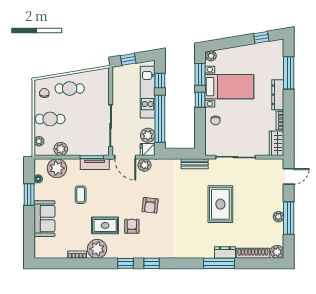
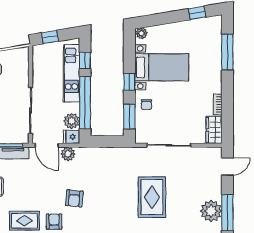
window: (200, 74) -> (129, 117), moved
dresser: (278, 95) -> (215, 76), removed
bench: (195, 164) -> (123, 153), removed
plant: (278, 217) -> (211, 211), width x1.88, depth x1.88

